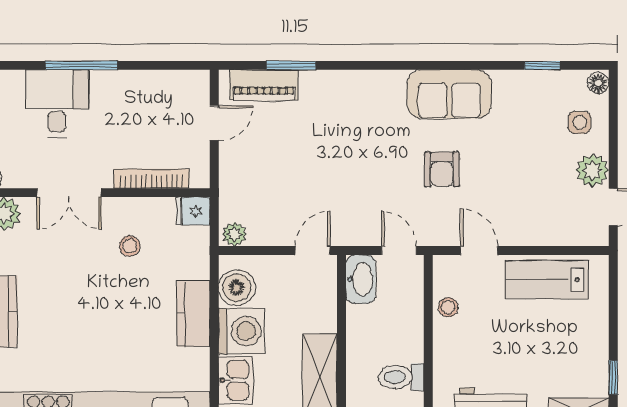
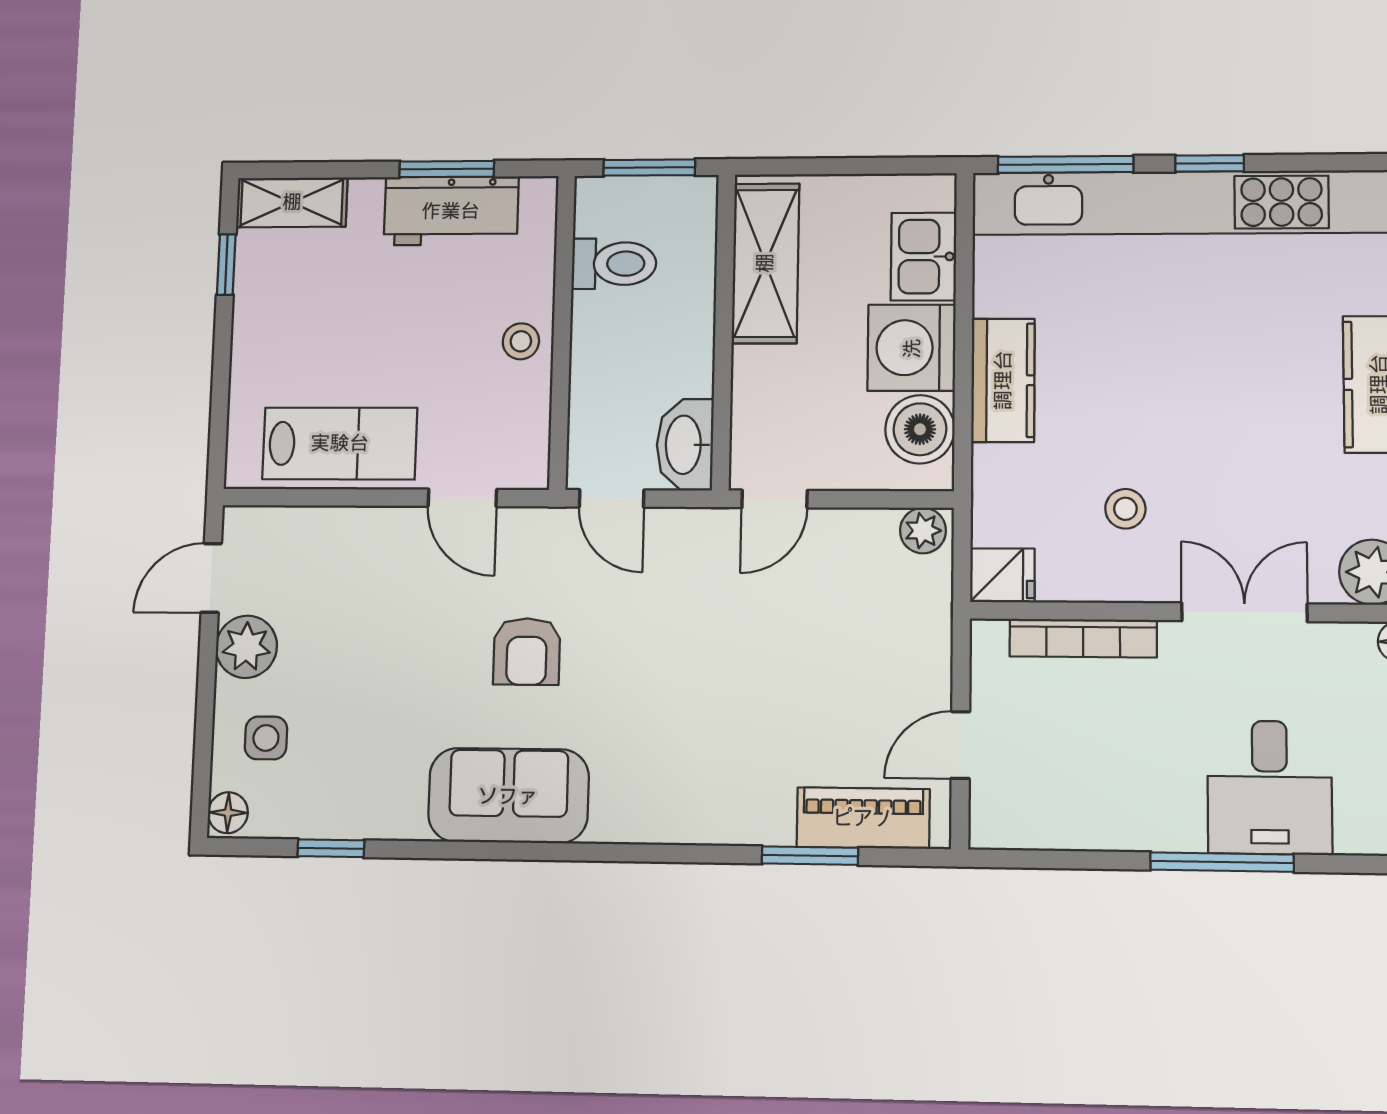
armchair: (442, 169) -> (527, 651), turned 180
stool: (448, 307) -> (521, 341), moved

